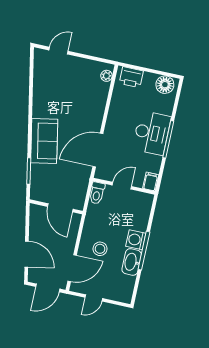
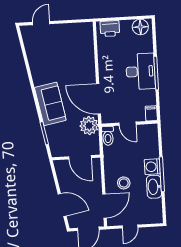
plant: (106, 76) -> (89, 126), moved, width x1.88, depth x1.88
door: (98, 150) -> (98, 99), hinge flipped
door: (122, 186) -> (127, 124), swing flipped

